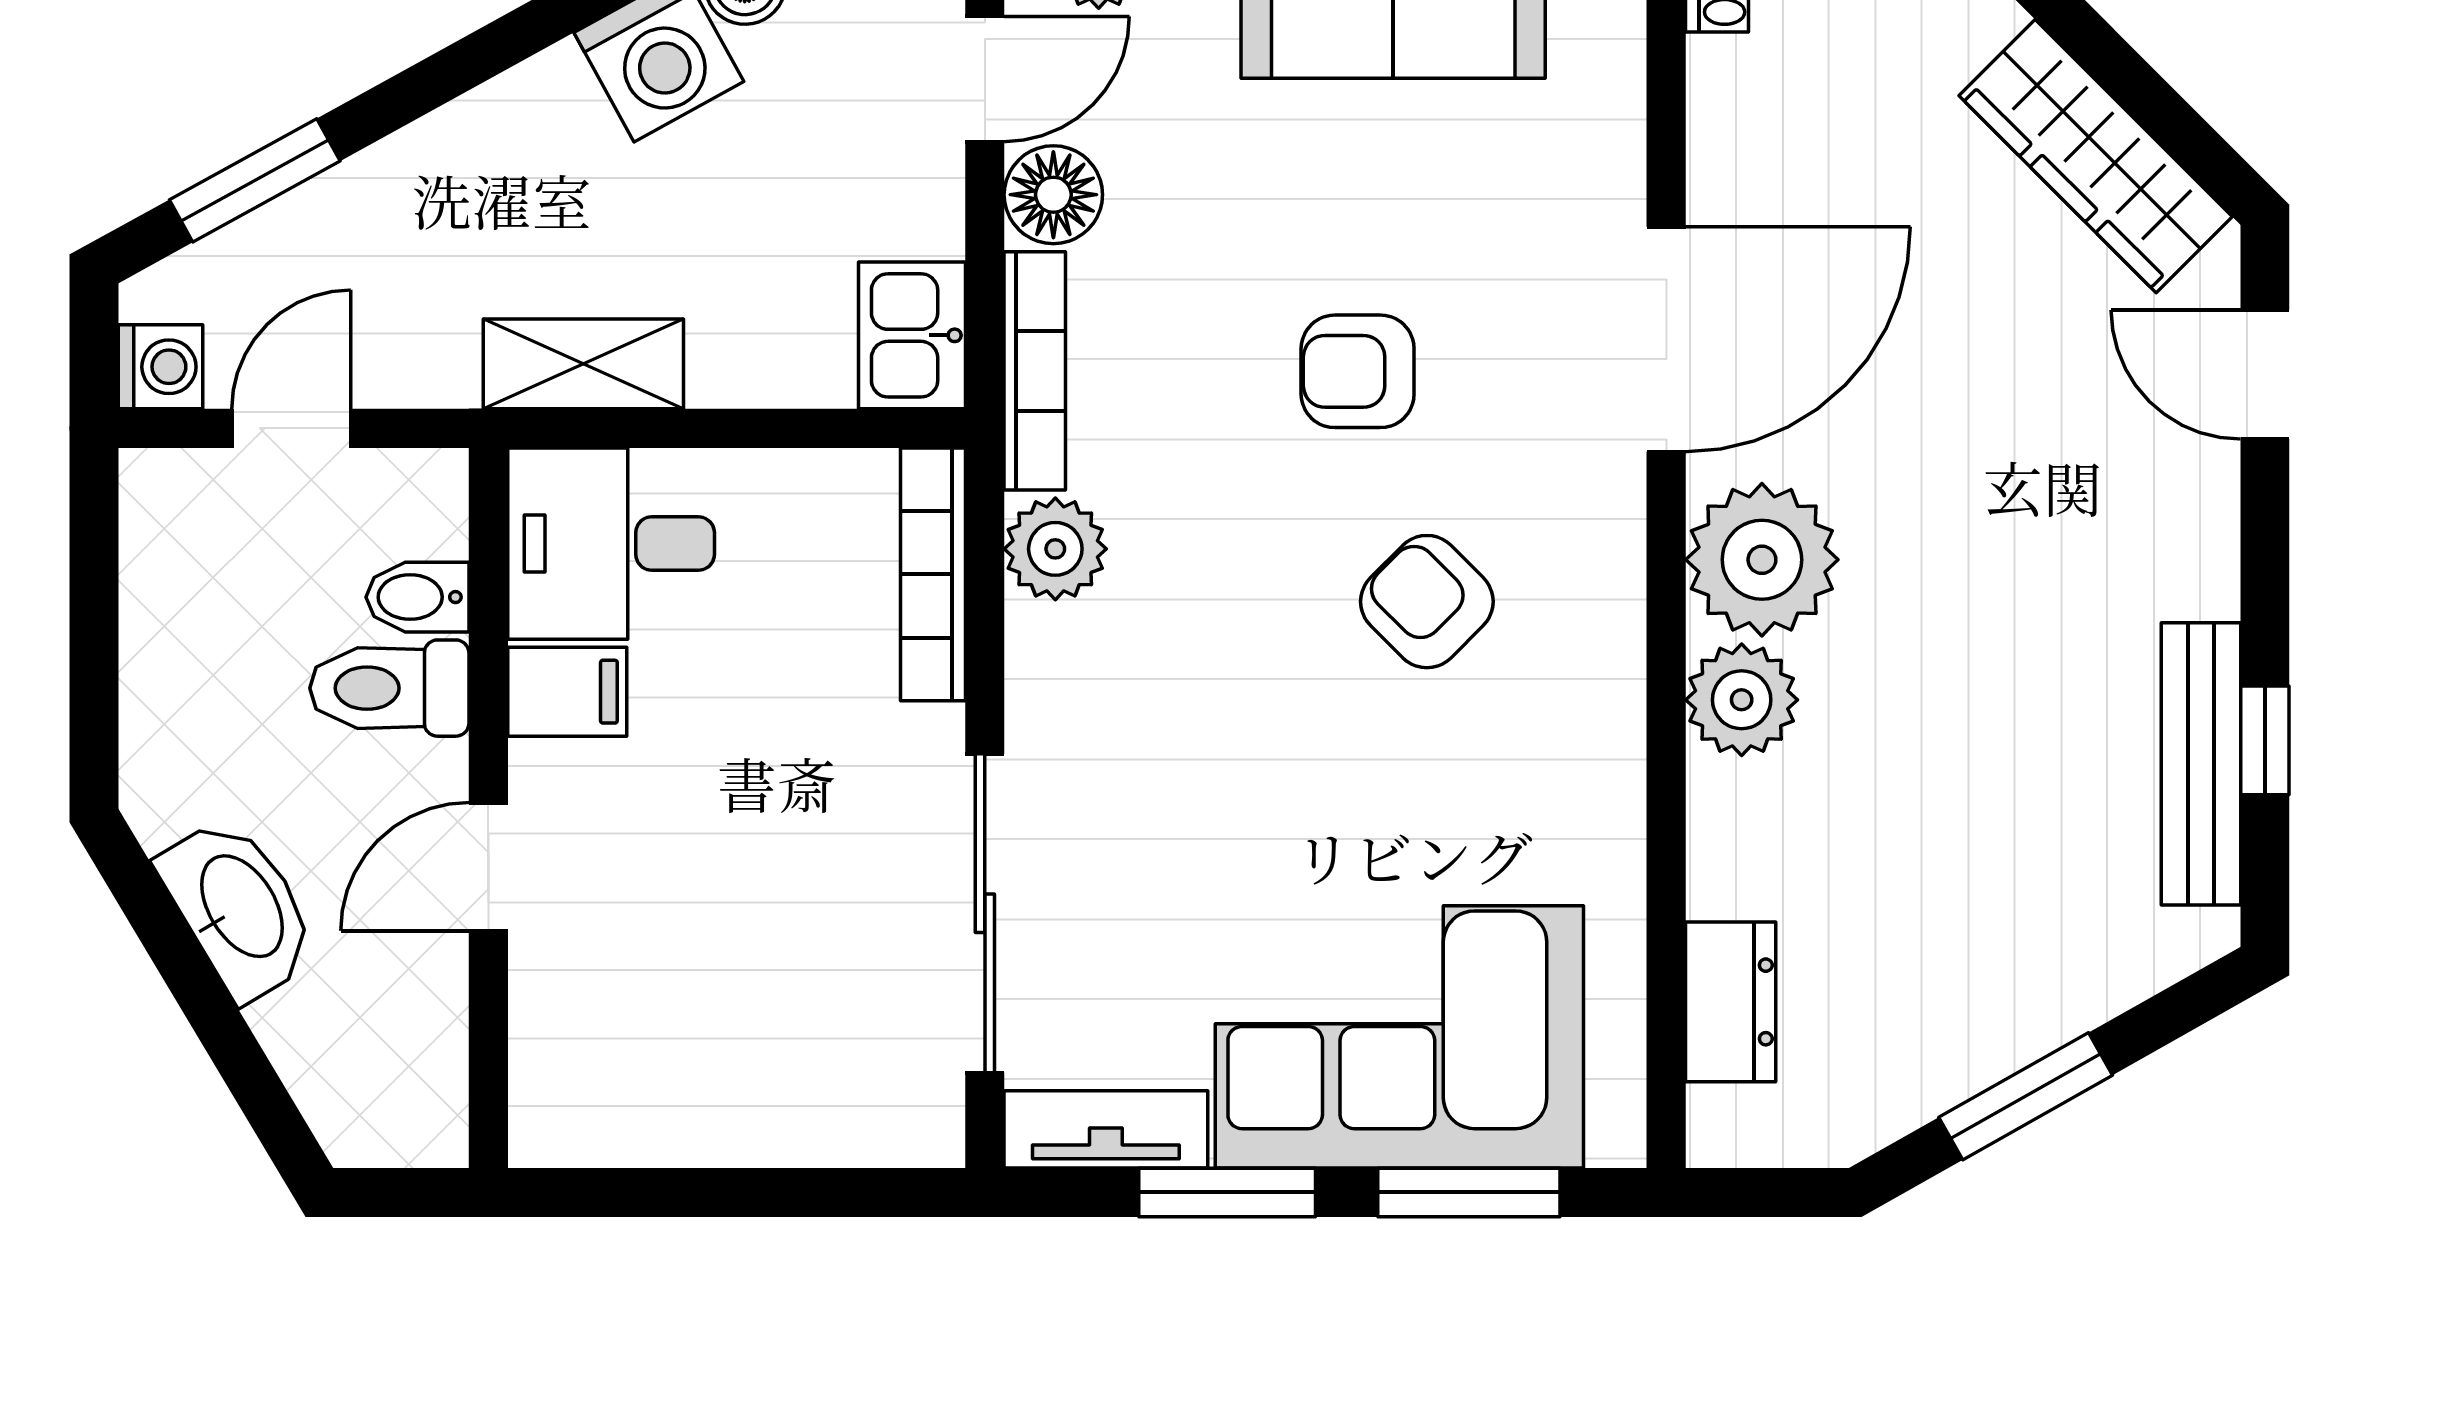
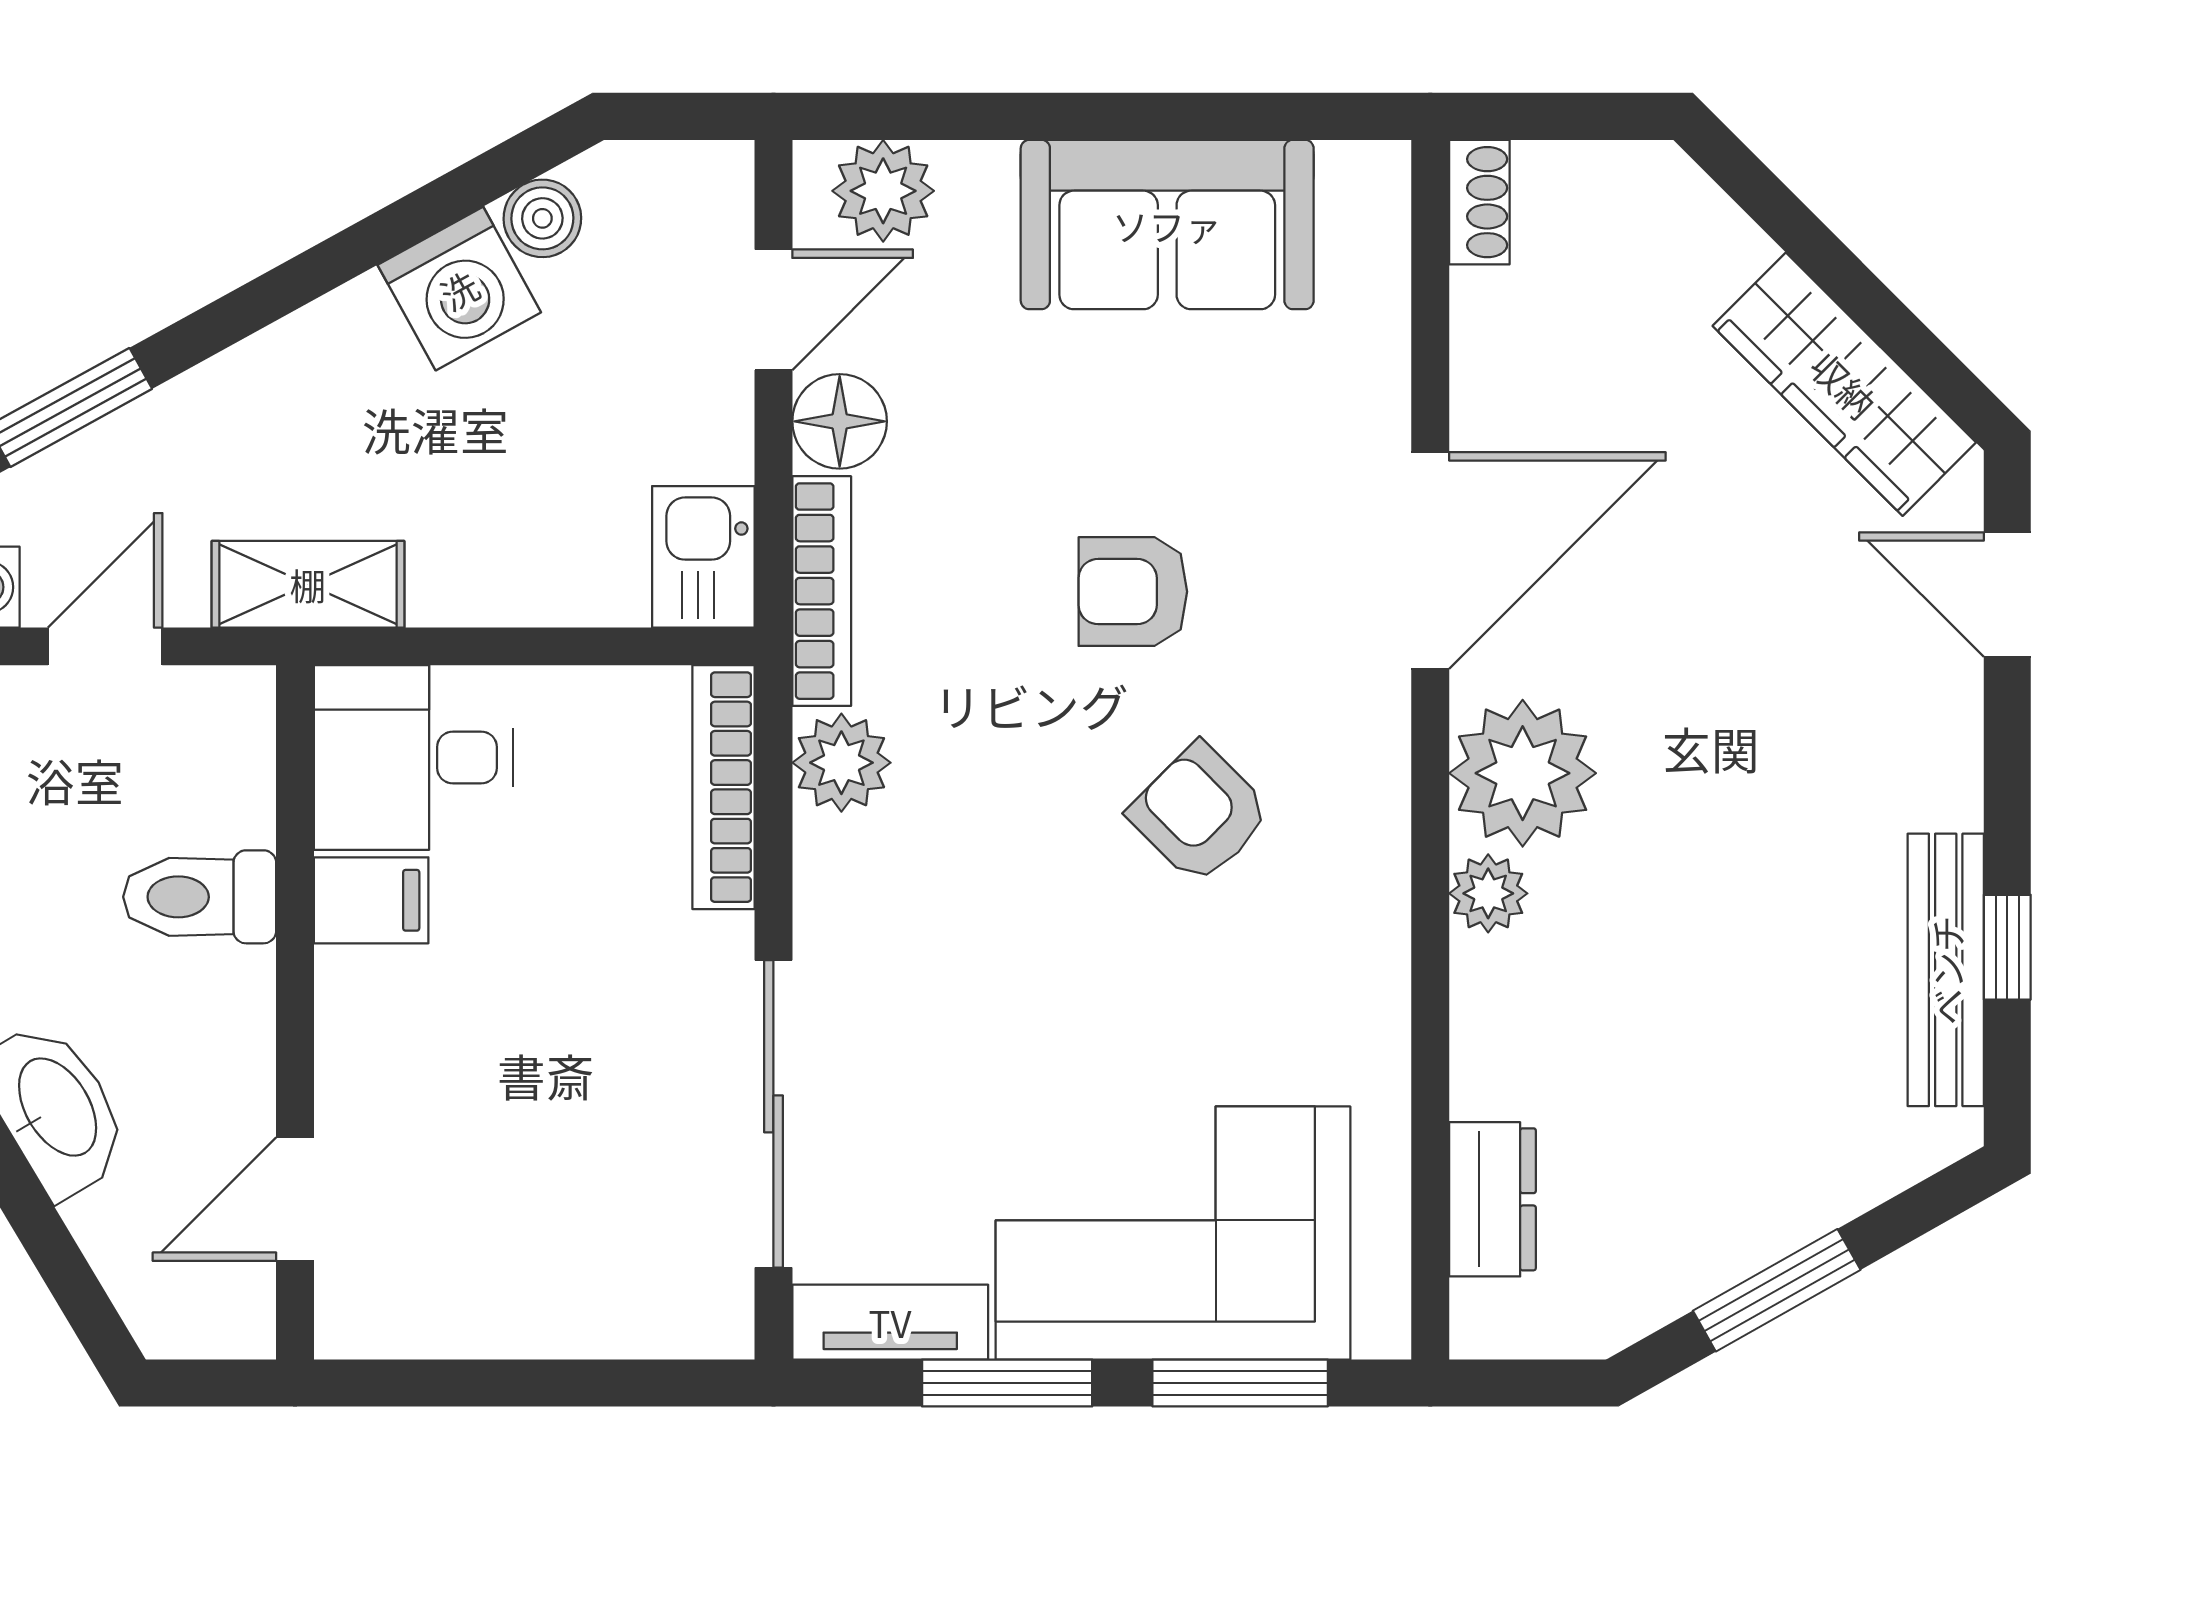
shelving: (583, 364) -> (308, 584), moved
bidet: (417, 597) -> (227, 809), removed
plant: (1742, 700) -> (1488, 893), width x0.73, depth x0.73
door: (488, 867) -> (295, 1199), moved

